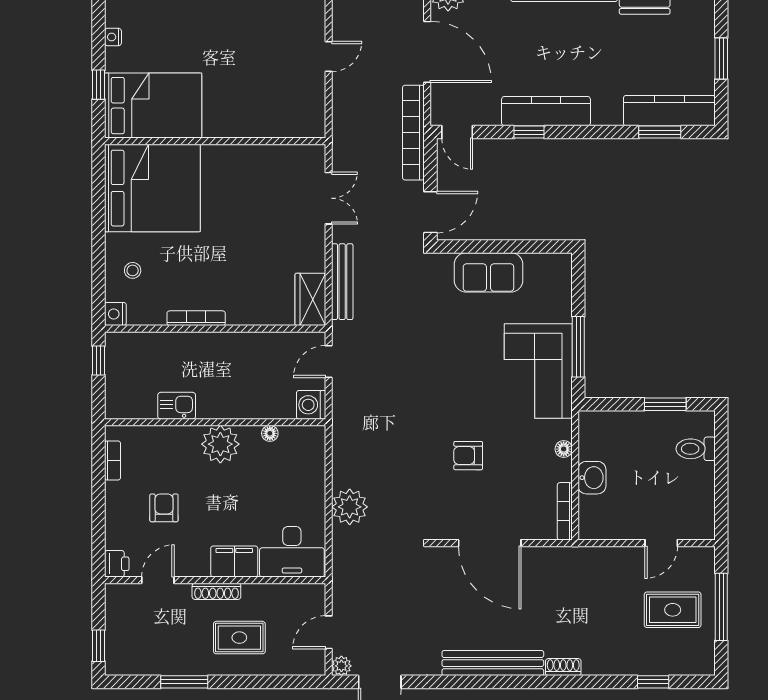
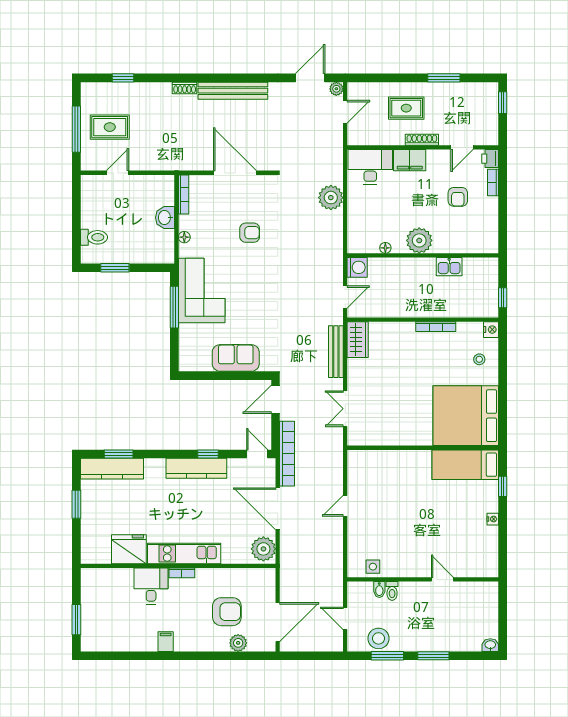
bed: (153, 106) -> (465, 465), width x0.67
bookcase: (113, 460) -> (493, 183), moved

